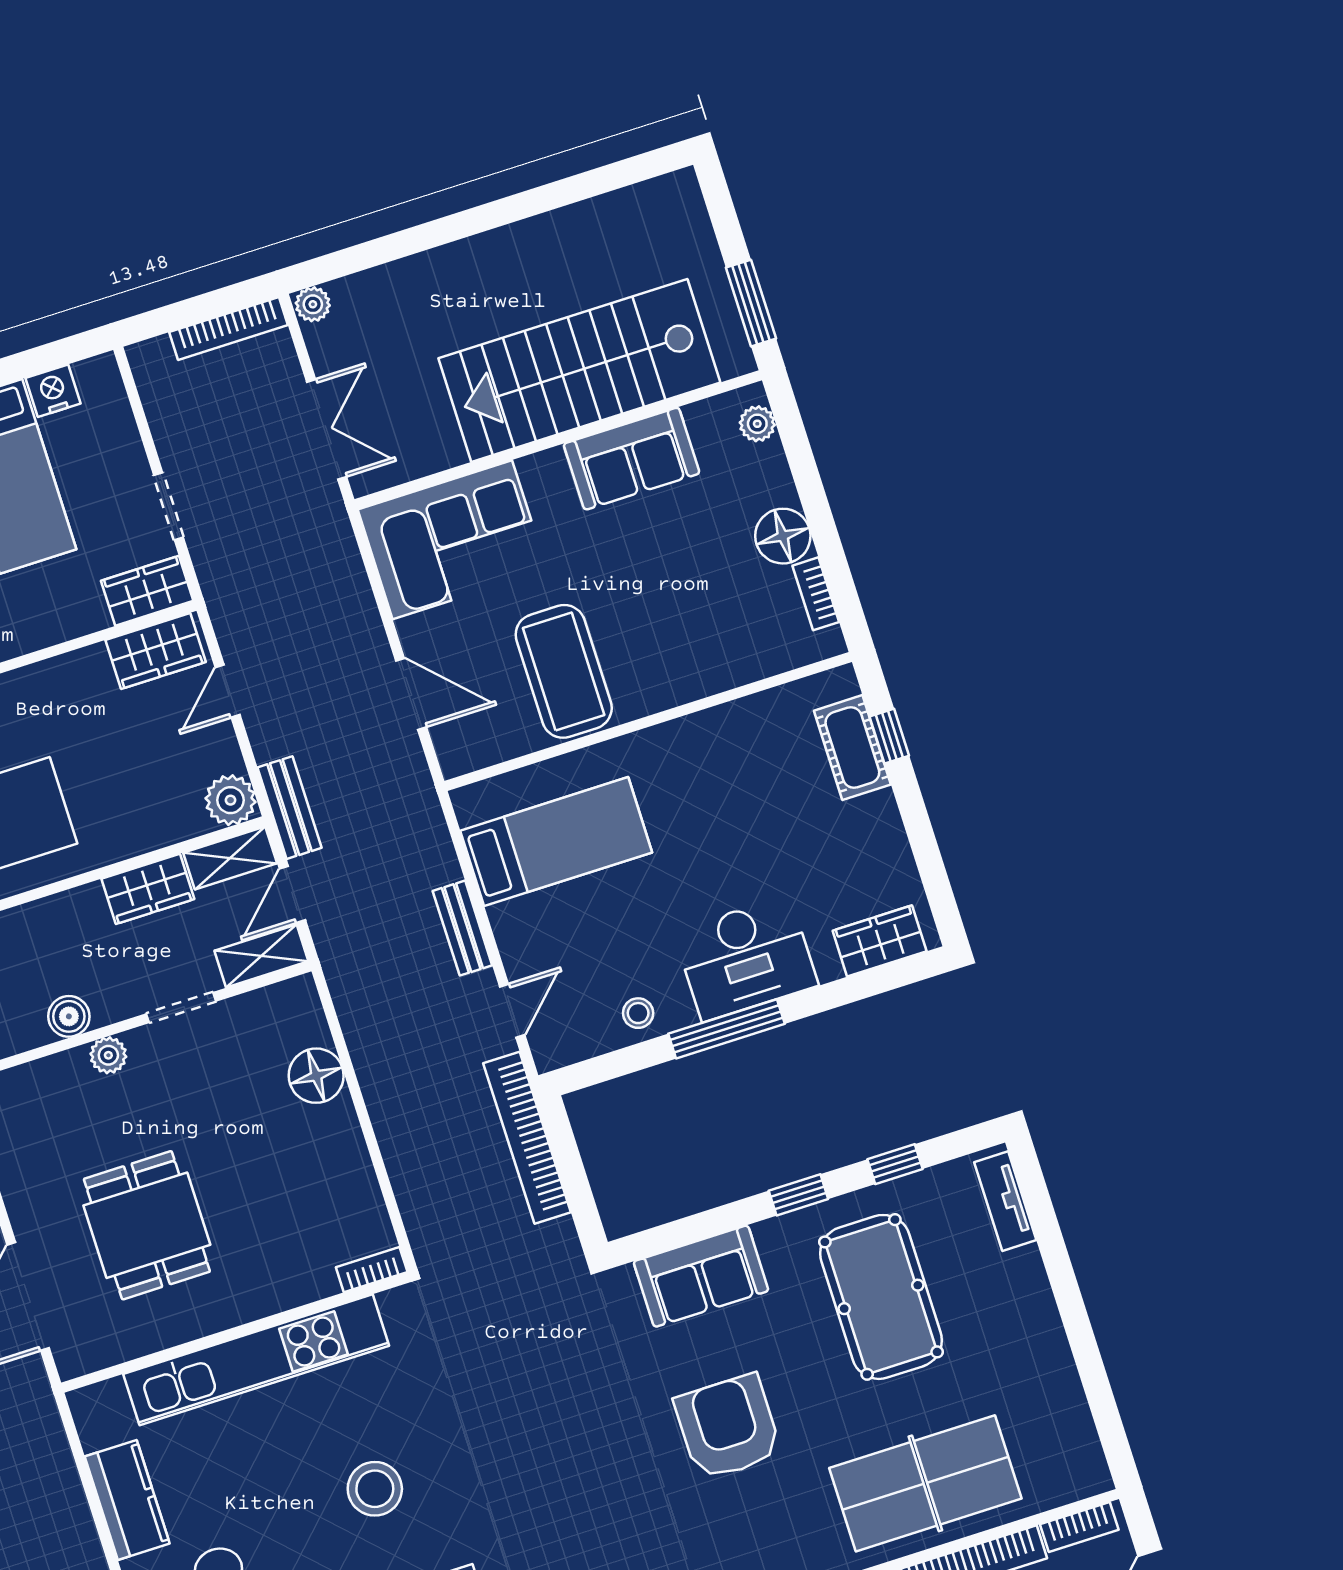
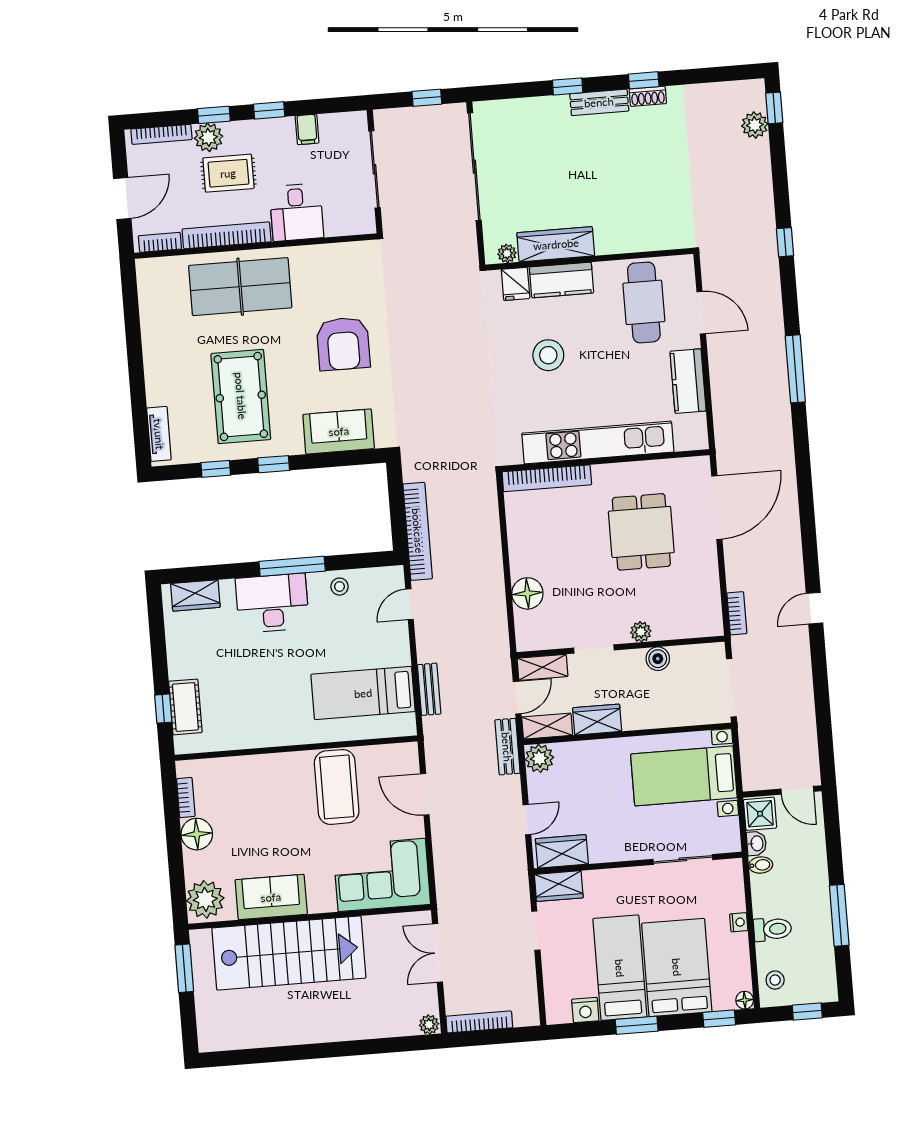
plant: (757, 424) -> (205, 899), width x1.87, depth x1.87
bench: (462, 928) -> (429, 689), moved
bookcase: (372, 1270) -> (547, 478), width x2.31, depth x1.31

